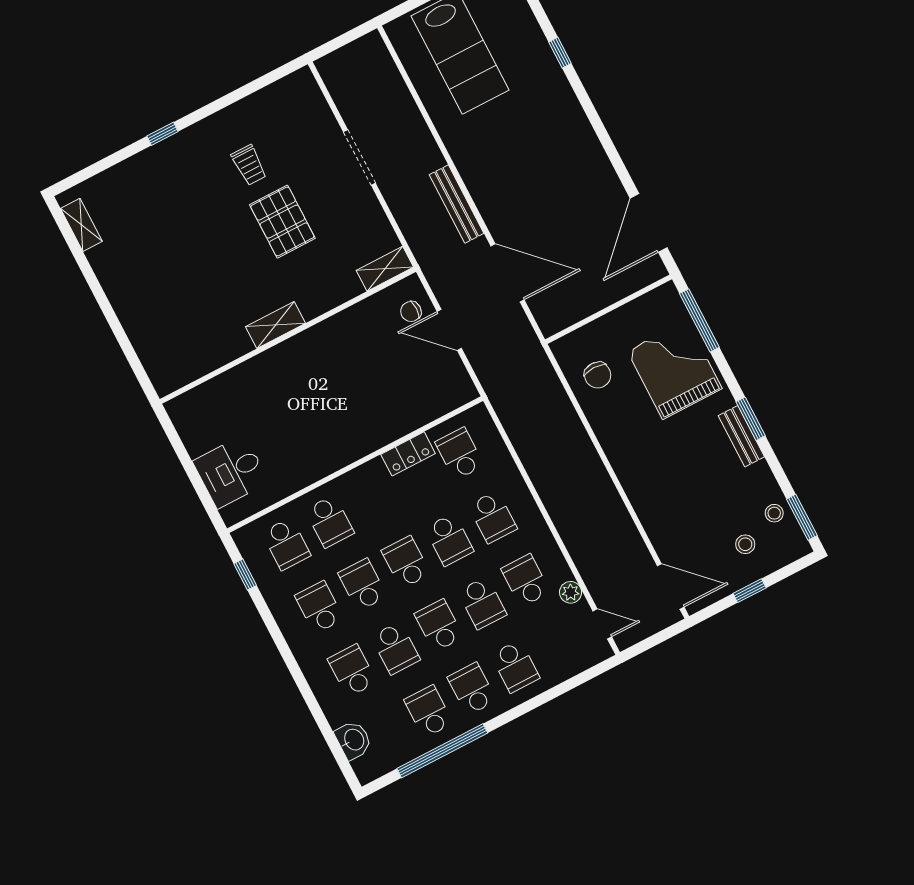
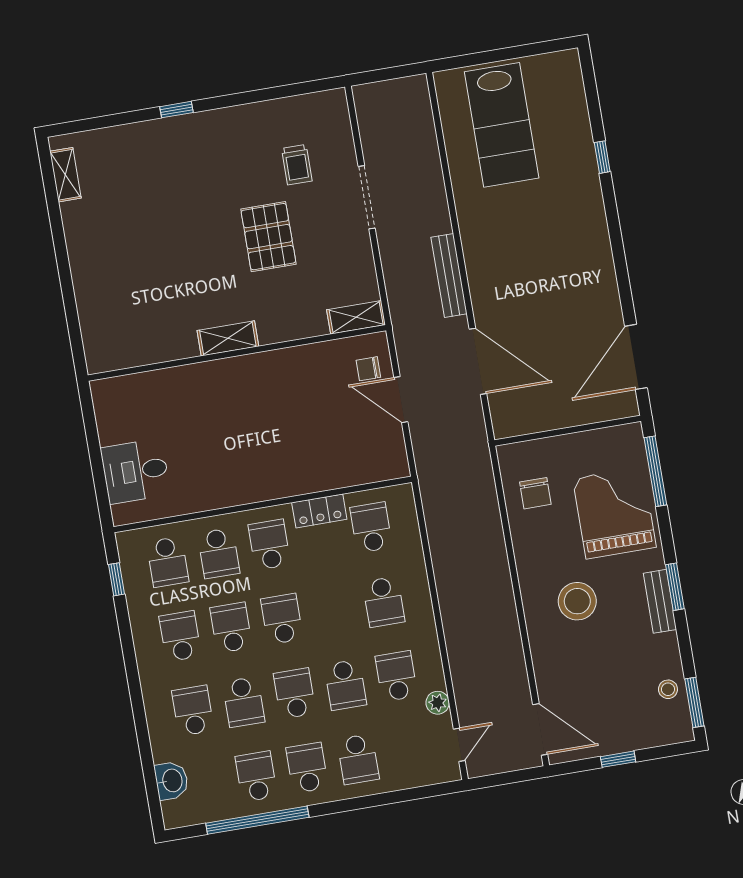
trolley: (249, 165) -> (297, 165), moved
school desk: (449, 540) -> (269, 545), moved, turned 180
stool: (745, 544) -> (577, 601), moved, width x1.89, depth x1.89
door: (602, 624) -> (459, 745), hinge flipped

